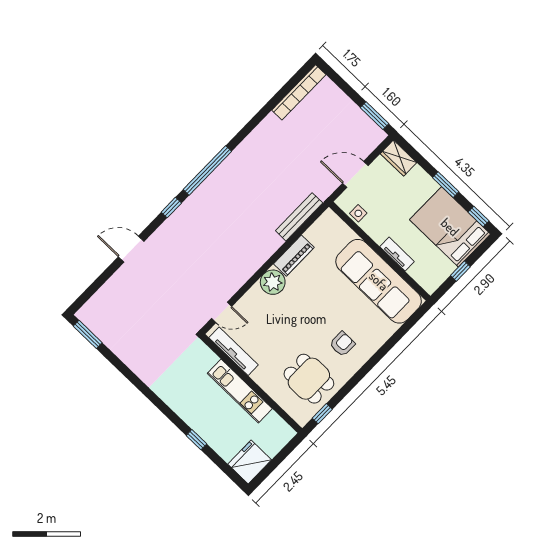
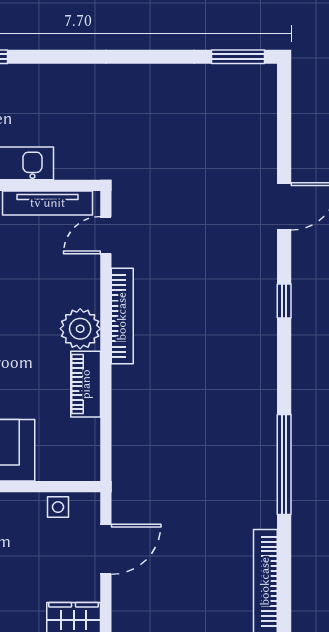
window: (207, 170) -> (284, 465), moved
bench: (299, 217) -> (123, 436), removed
bookcase: (249, 270) -> (122, 316), added

